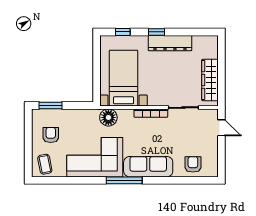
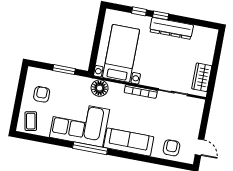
window: (123, 32) -> (139, 11), moved
wardrobe: (210, 80) -> (202, 77), width x0.67
window: (50, 106) -> (64, 70), moved
door: (221, 128) -> (200, 147), moved
window: (124, 180) -> (90, 148), moved

